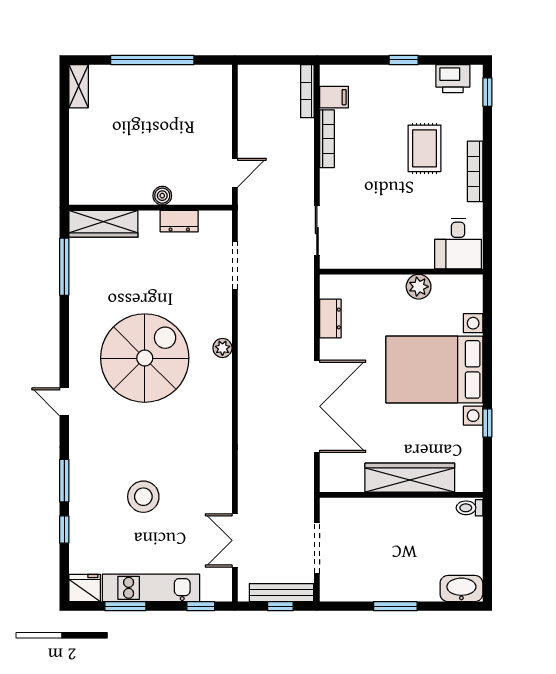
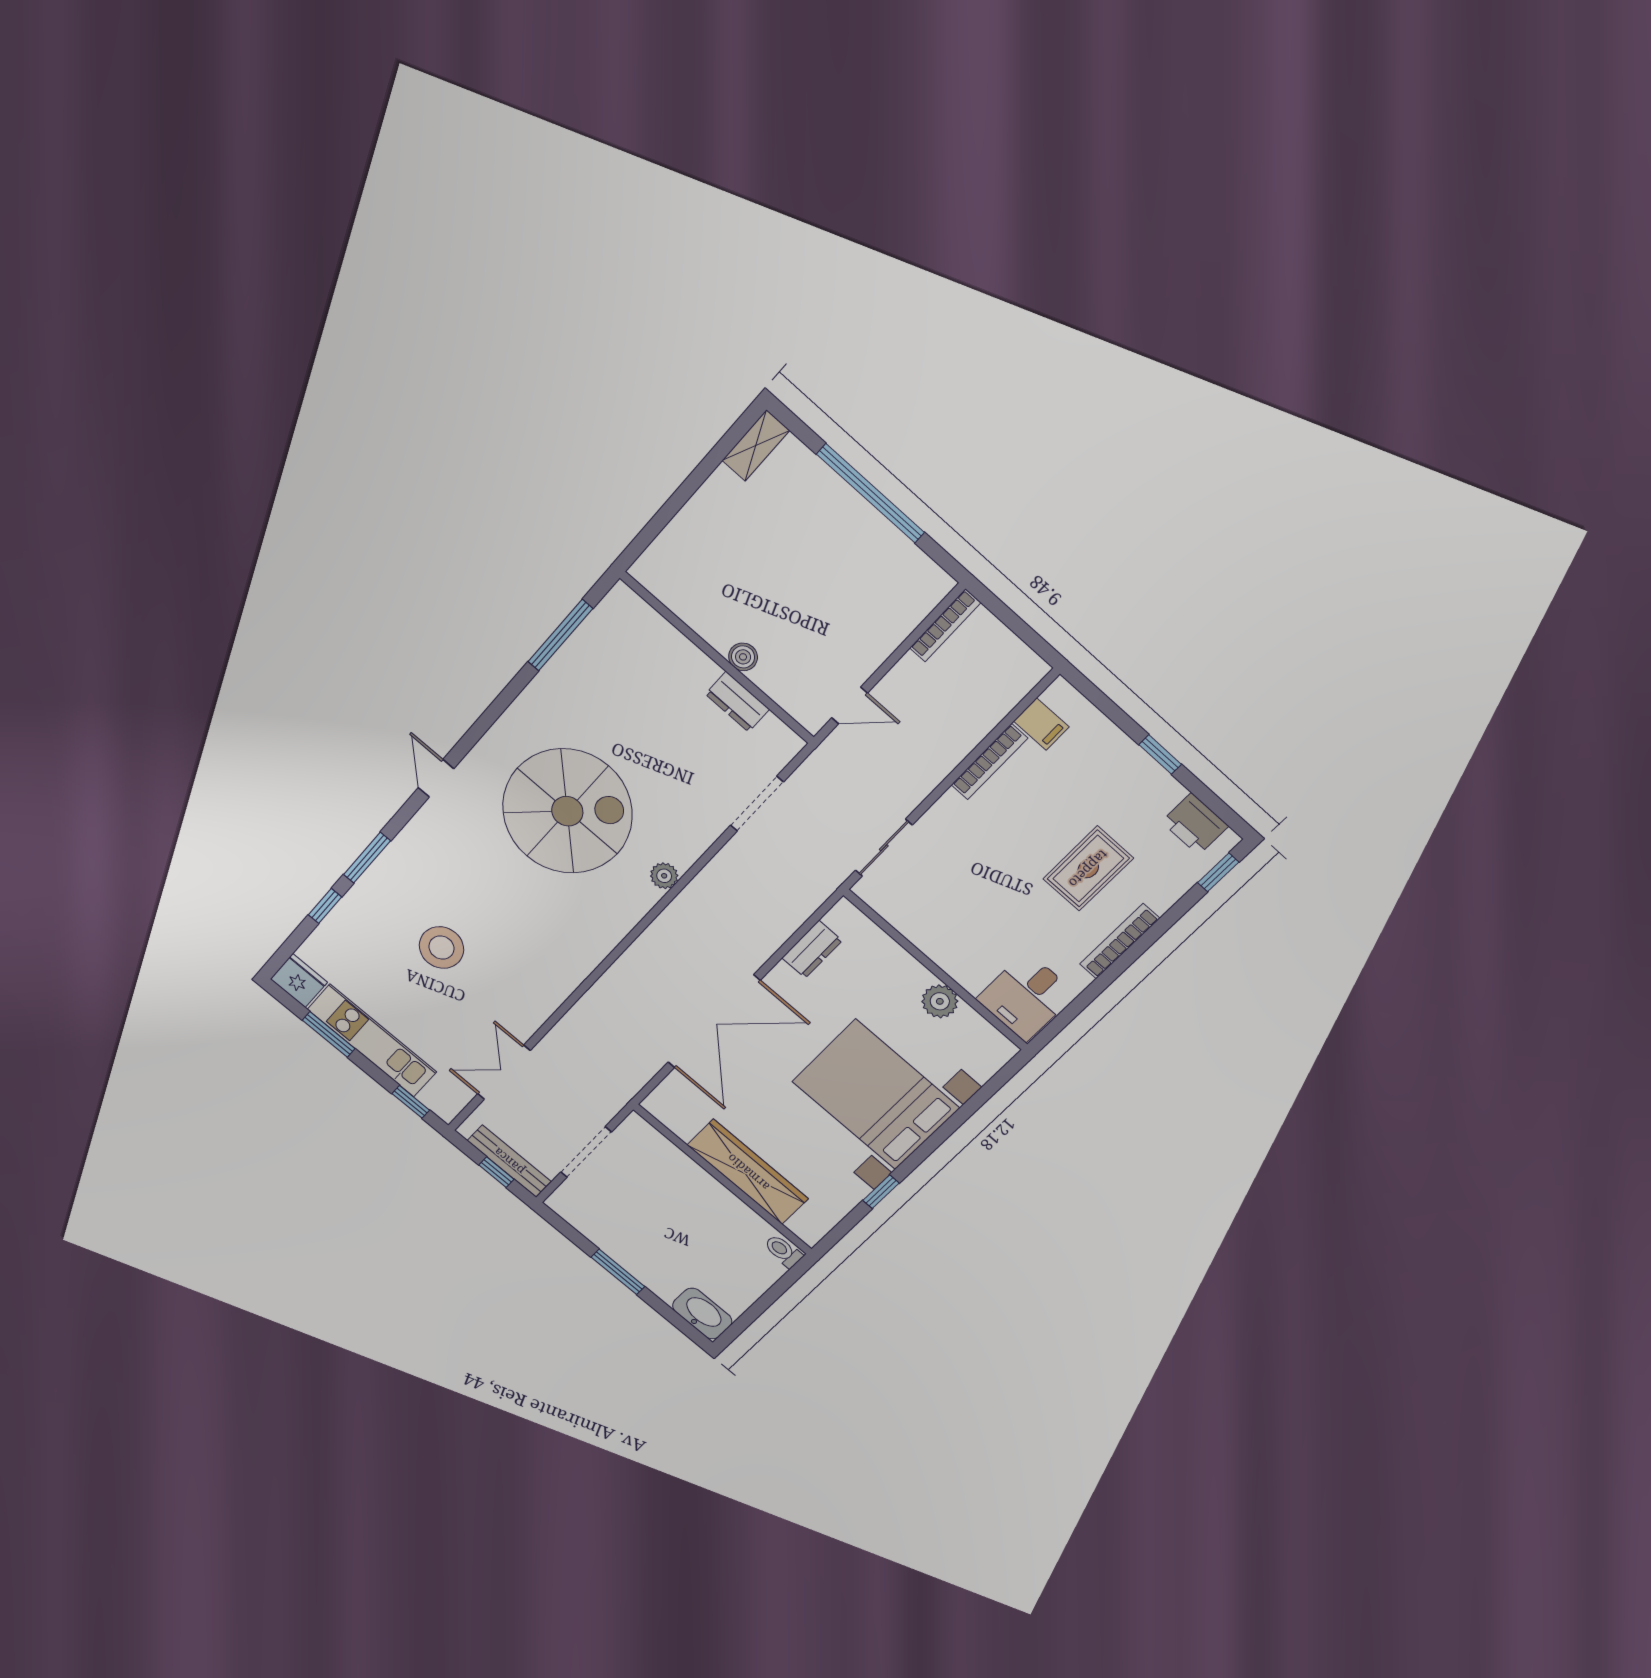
bookcase: (307, 91) -> (945, 625), moved, turned 180
wardrobe: (103, 224) -> (647, 628), removed

